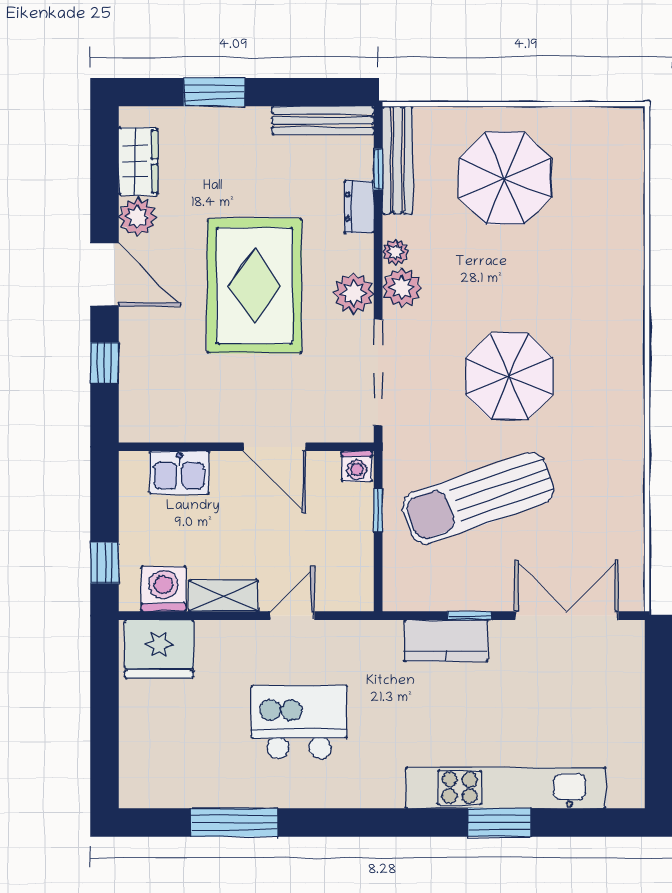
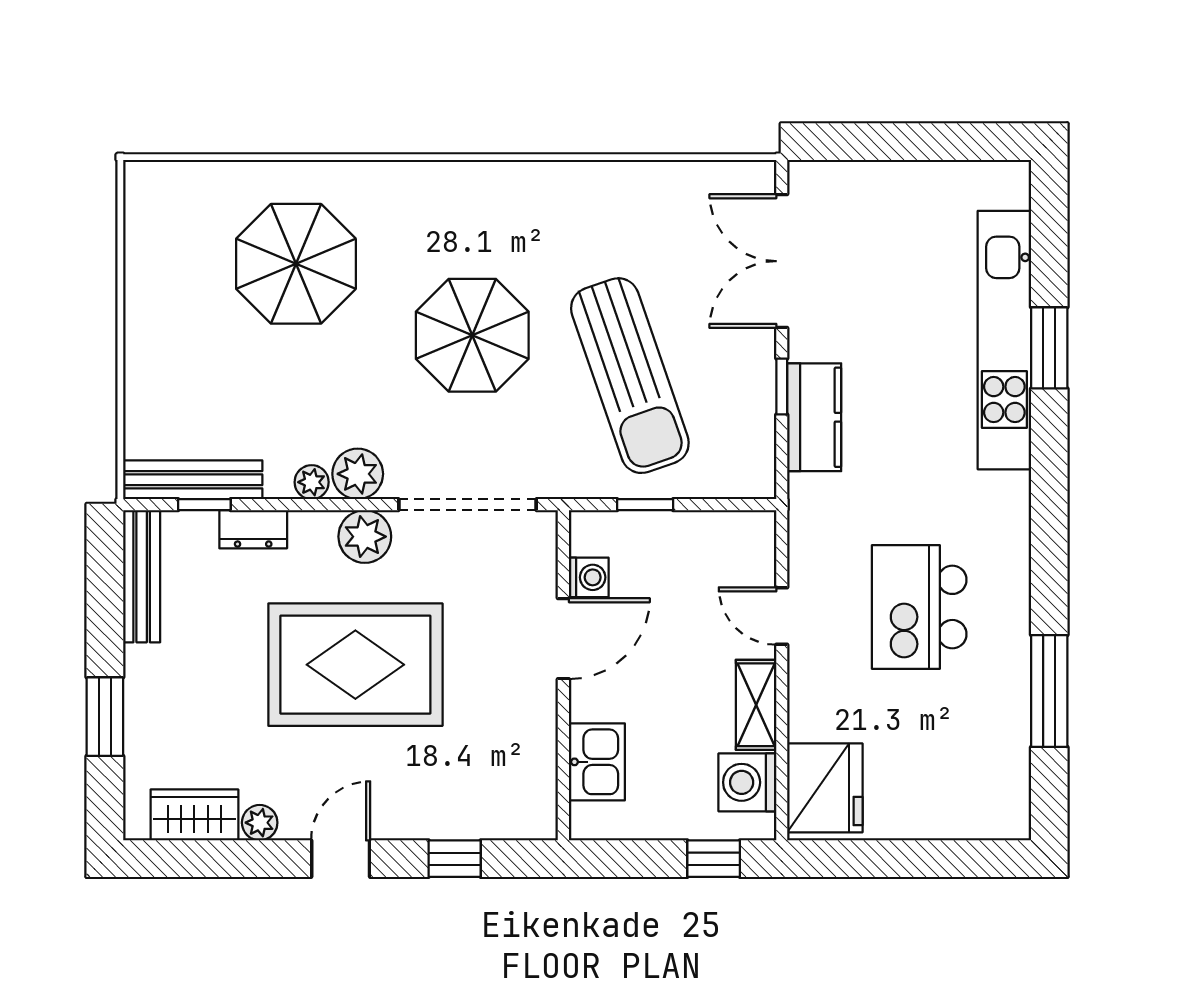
parasol: (505, 178) -> (296, 264), moved
plant: (137, 217) -> (260, 823), width x0.73, depth x0.73
door: (104, 274) -> (341, 859), width x0.73
washing machine: (357, 466) -> (589, 577), moved

